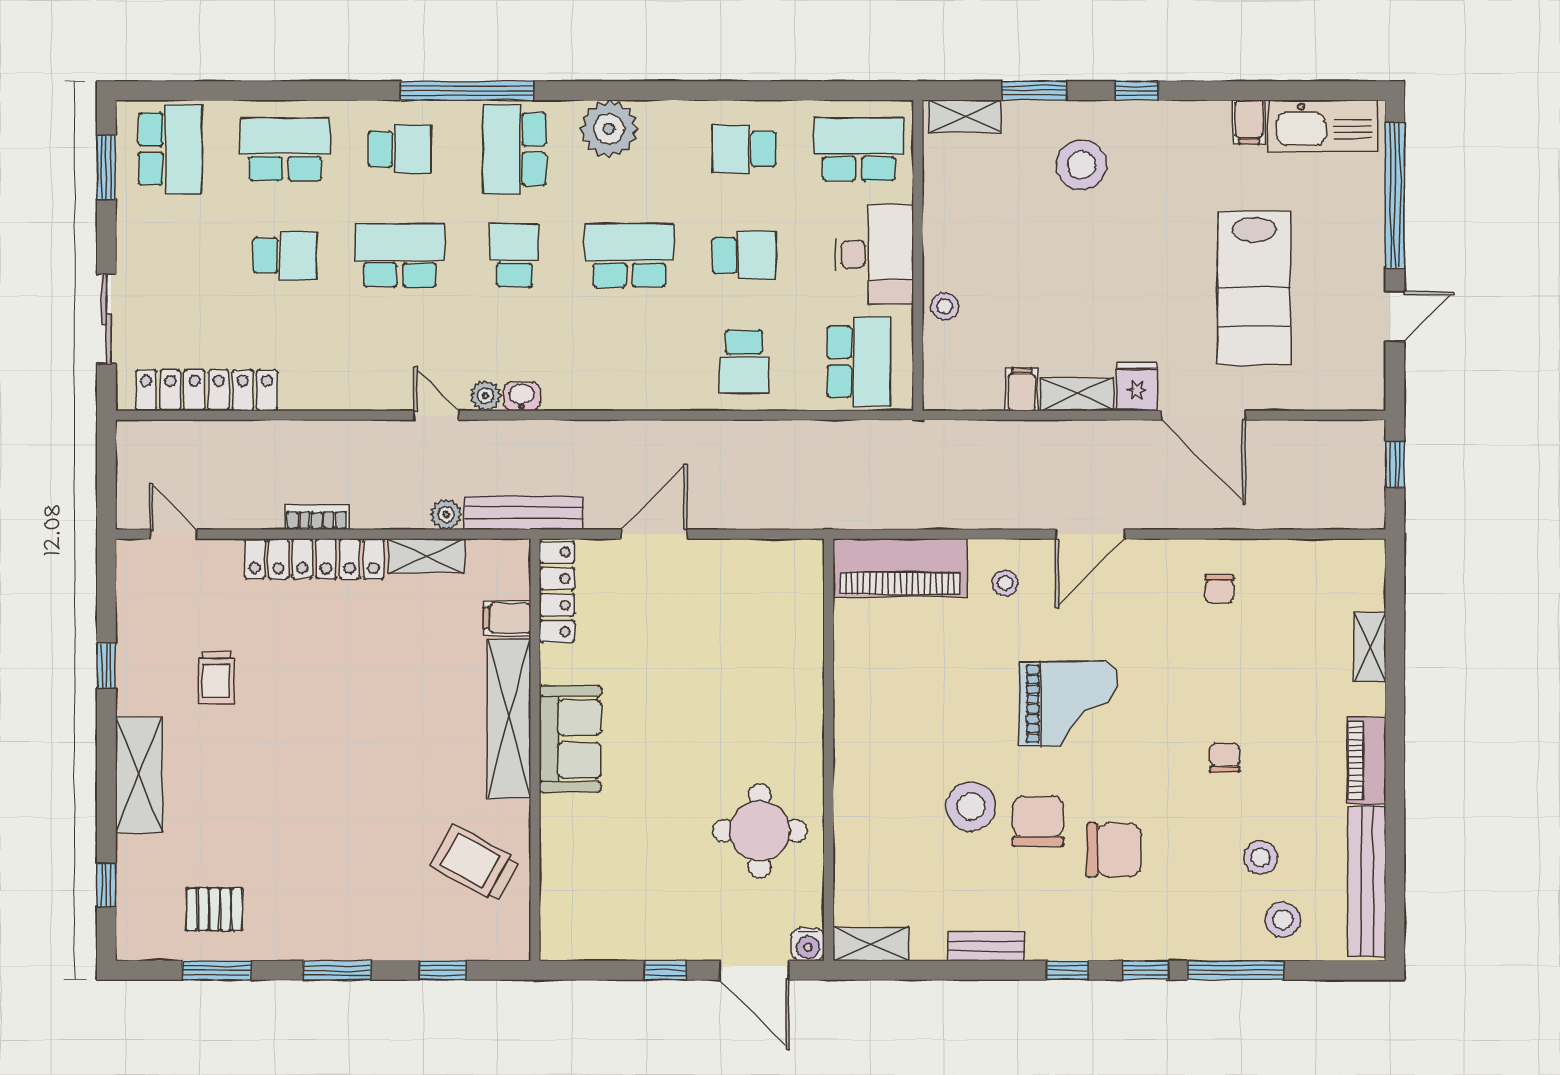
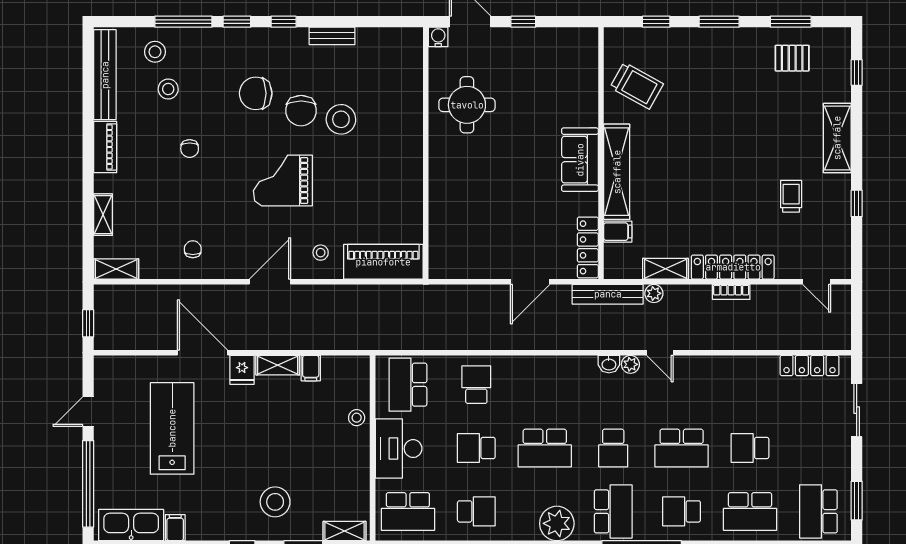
locker: (207, 390) -> (810, 365), width x0.71, depth x0.83
shelving: (871, 944) -> (116, 269), moved

